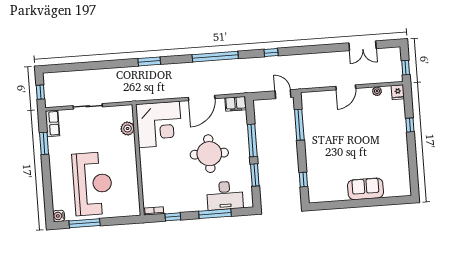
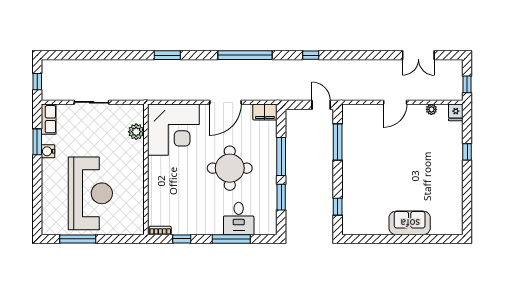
desk: (225, 195) -> (239, 218), width x0.73
water cooler: (59, 216) -> (48, 151), moved

